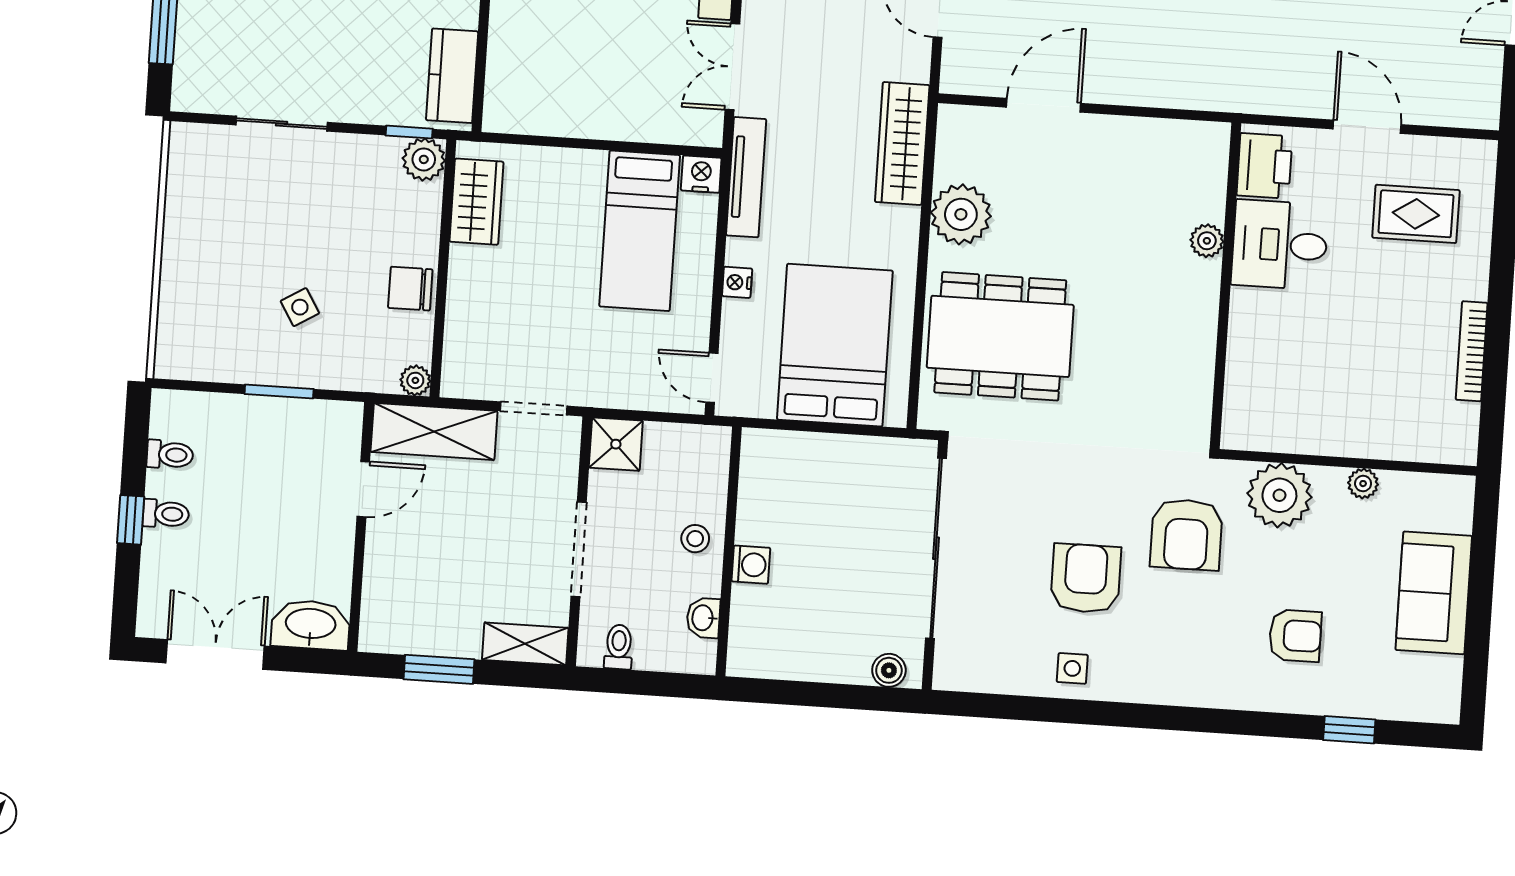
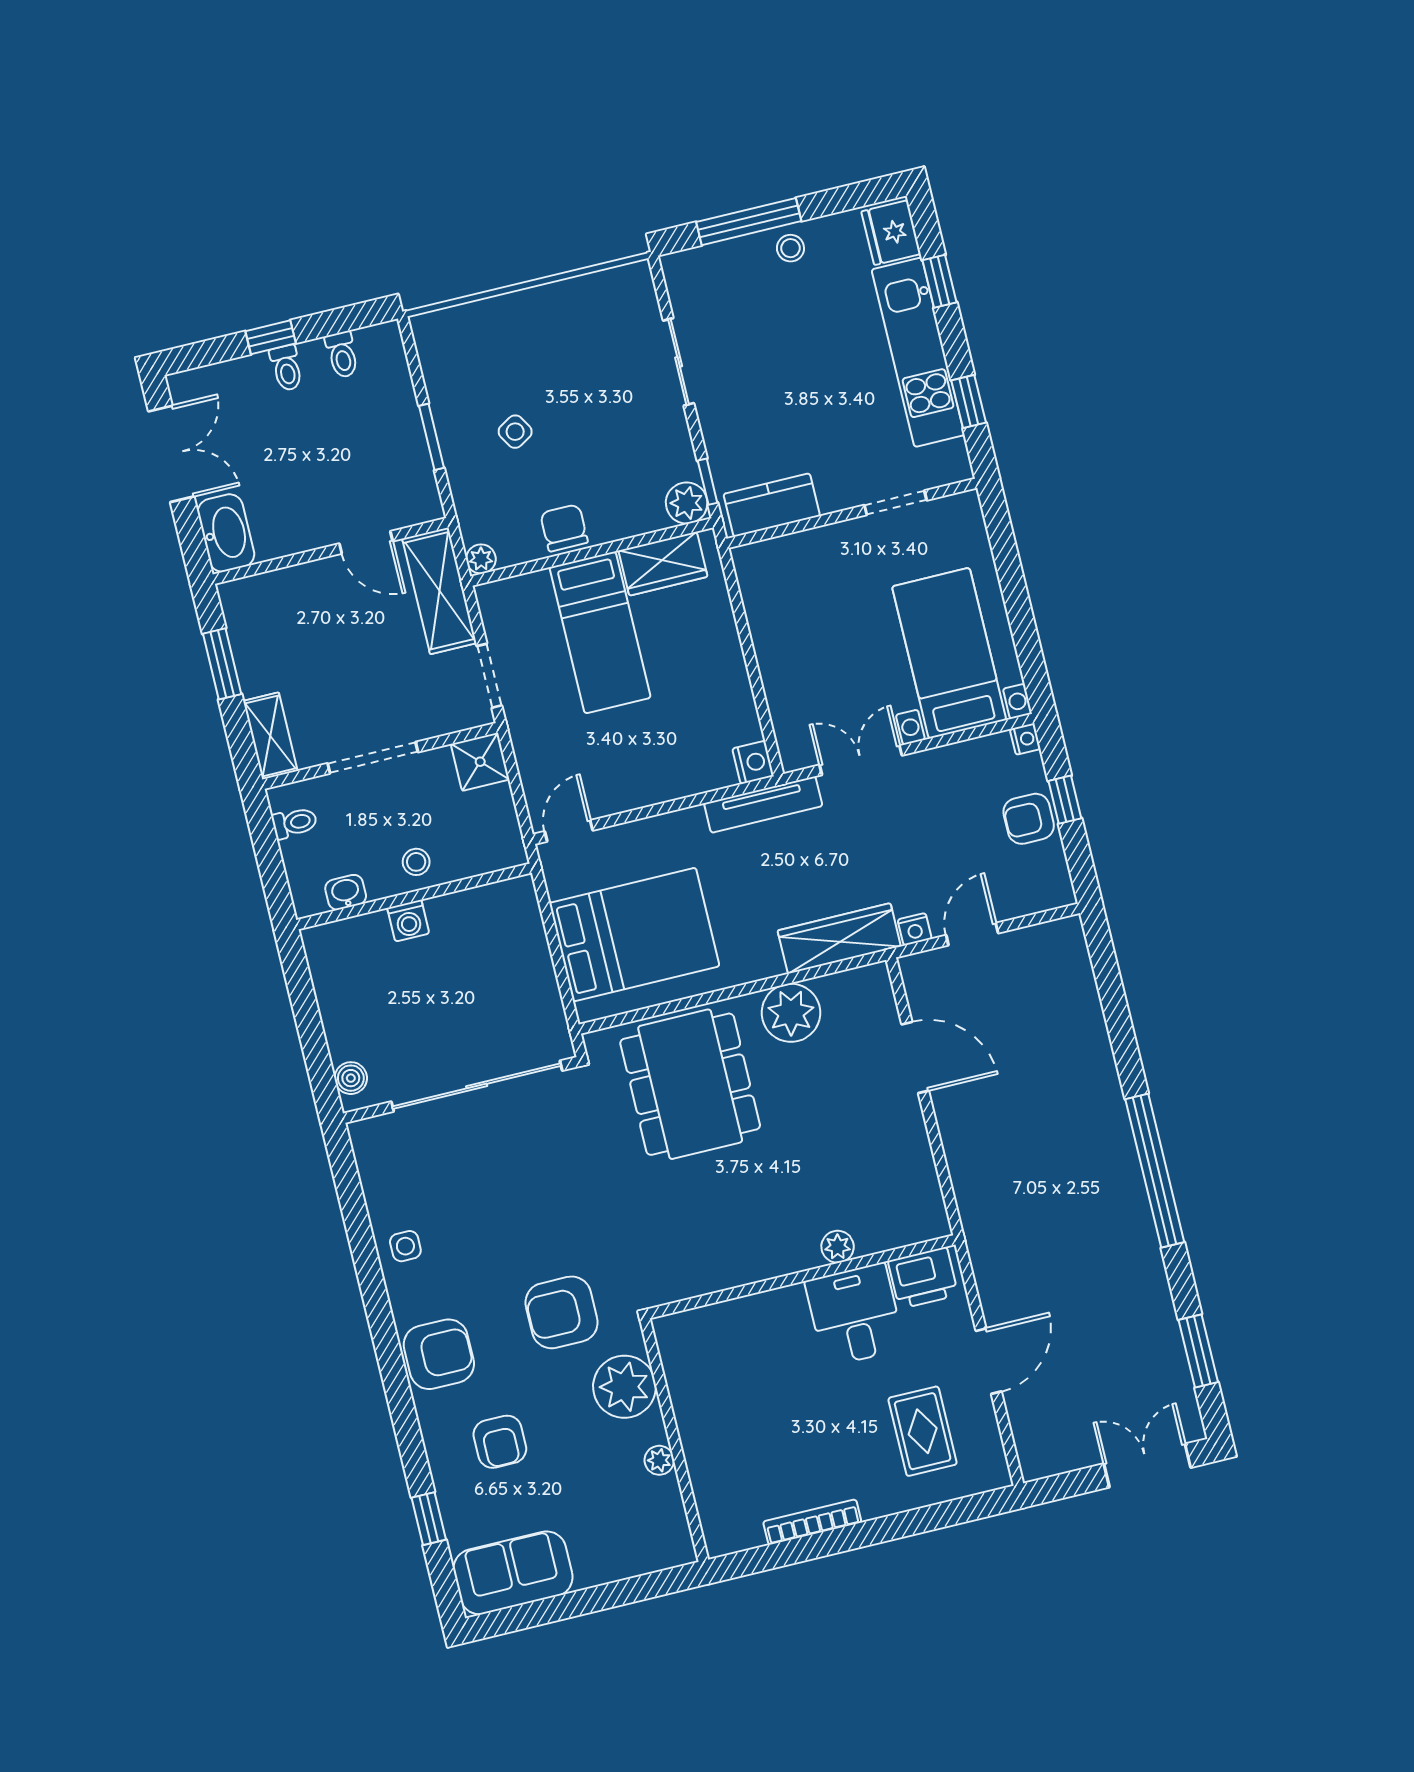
bed: (640, 231) -> (600, 633), moved, turned -90
nightstand: (737, 282) -> (915, 929), moved, turned 180
armchair: (1086, 578) -> (439, 1354), moved
sofa: (1434, 593) -> (513, 1573), moved

